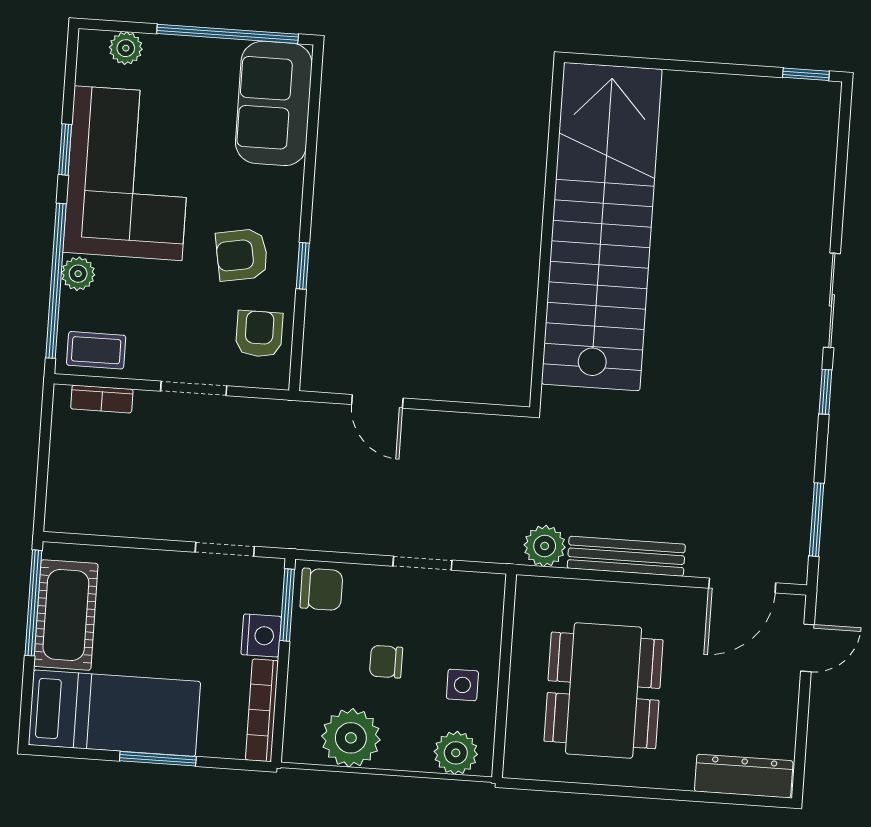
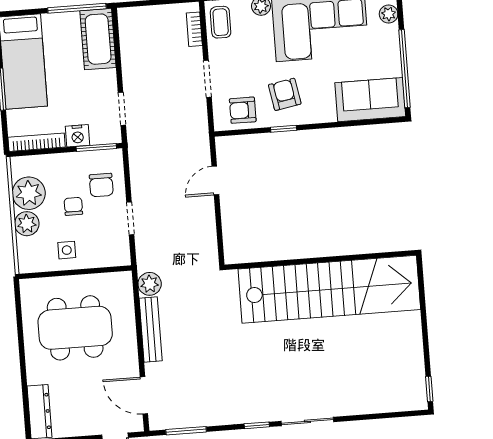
armchair: (259, 334) -> (243, 110), turned 180
chair: (321, 589) -> (101, 185), moved
cot: (66, 615) -> (98, 39), moved, turned 90
plant: (456, 753) -> (27, 224), moved

